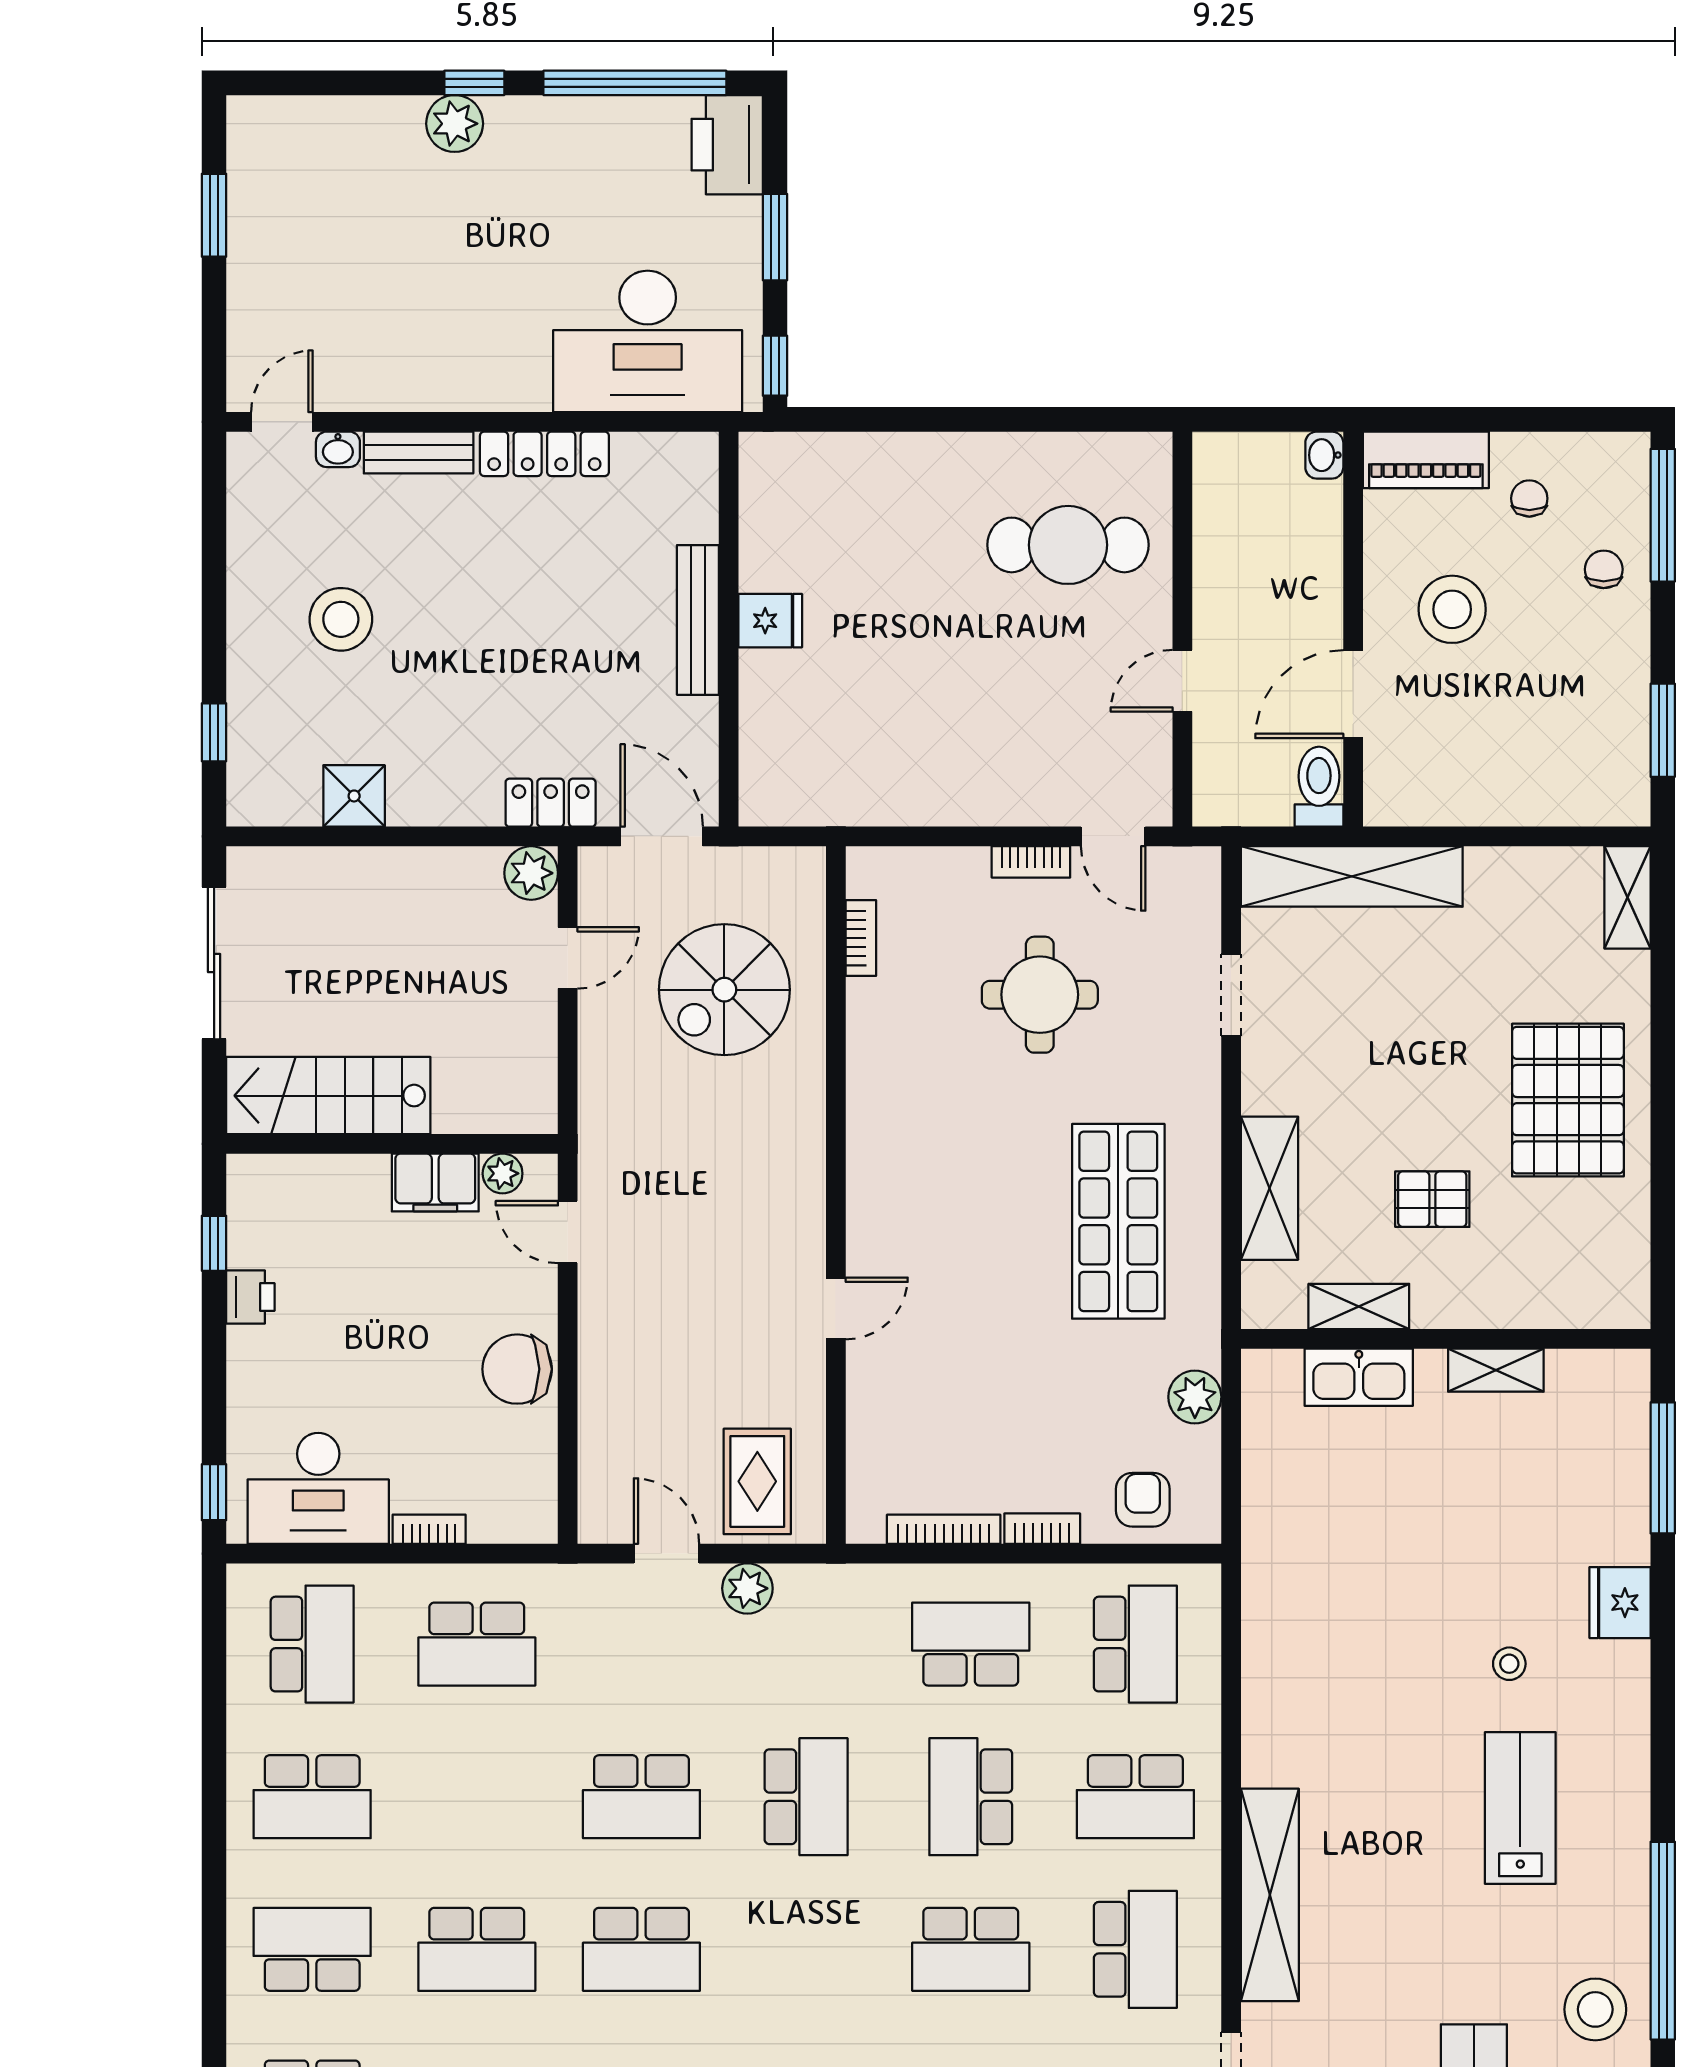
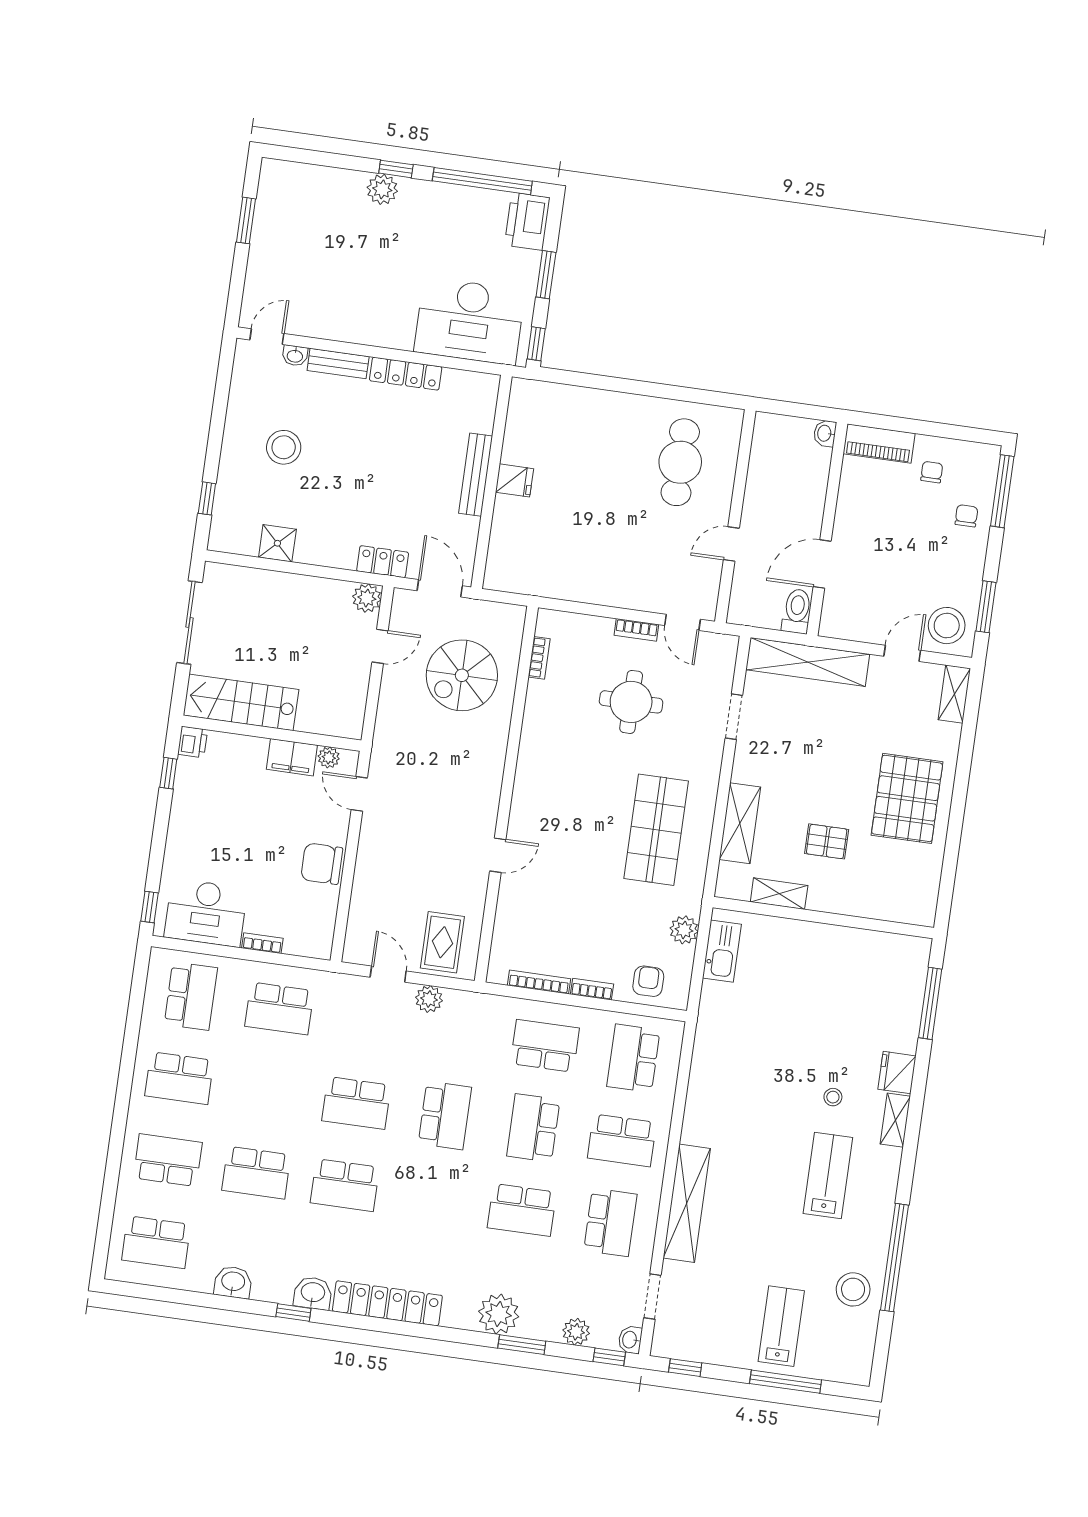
cafe table: (1068, 545) -> (680, 462), turned 90
stool: (1452, 609) -> (947, 626), moved
door: (1522, 836) -> (902, 653), added
printer: (250, 1297) -> (193, 742), moved
shelving: (1496, 1370) -> (895, 1120), moved, turned 90
kitchen sink: (1359, 1377) -> (722, 951), moved, turned -90
school desk: (1135, 1644) -> (633, 1058), turned 180

